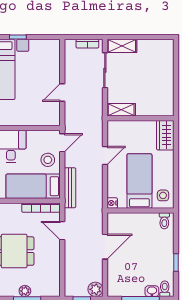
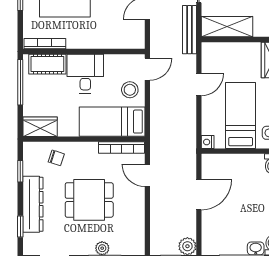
shelving: (121, 110) -> (227, 27), width x1.50, depth x1.33
bench: (70, 188) -> (190, 30), moved

